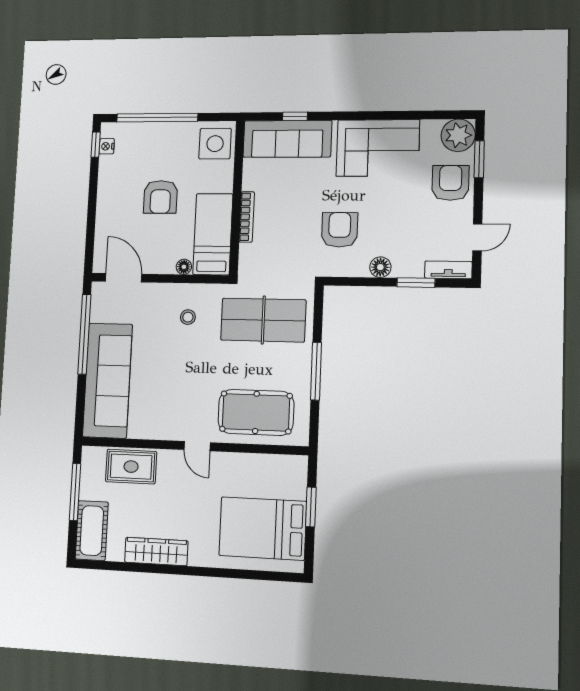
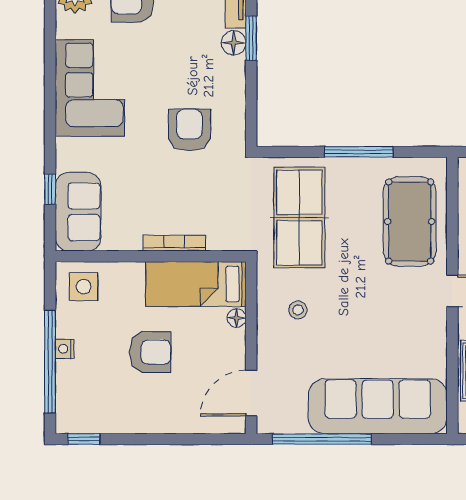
sofa: (287, 139) -> (78, 212), width x0.73
side table: (215, 144) -> (84, 287), width x0.73, depth x0.73
nightstand: (107, 146) -> (65, 349), moved, turned 90
armchair: (340, 230) -> (189, 130), turned 90
floor lamp: (380, 267) -> (234, 43), moved

